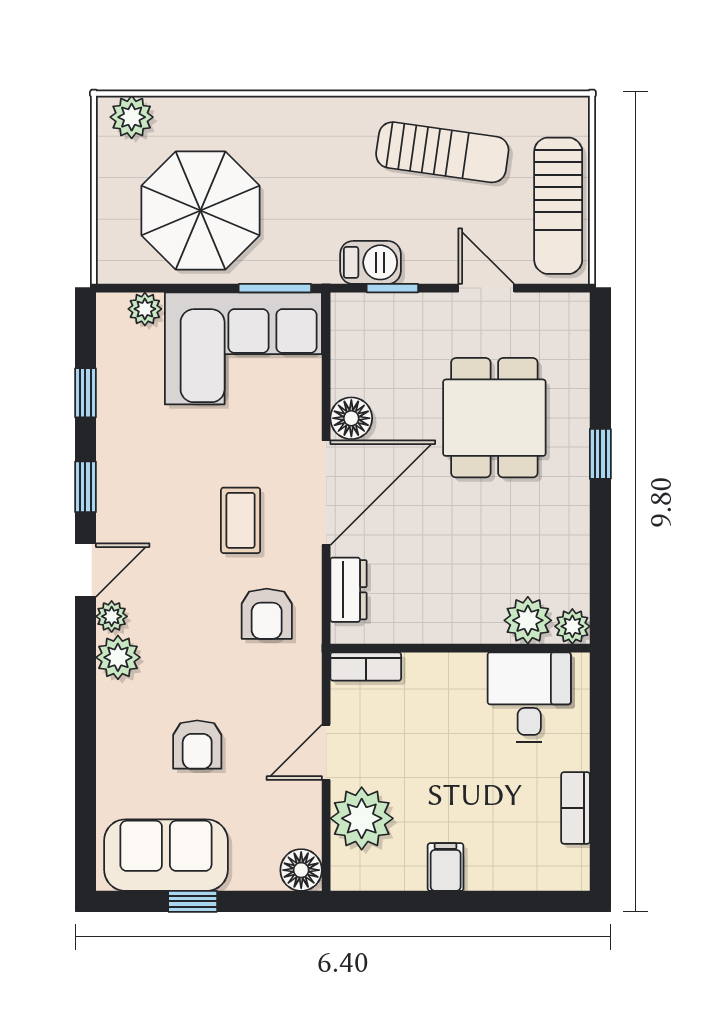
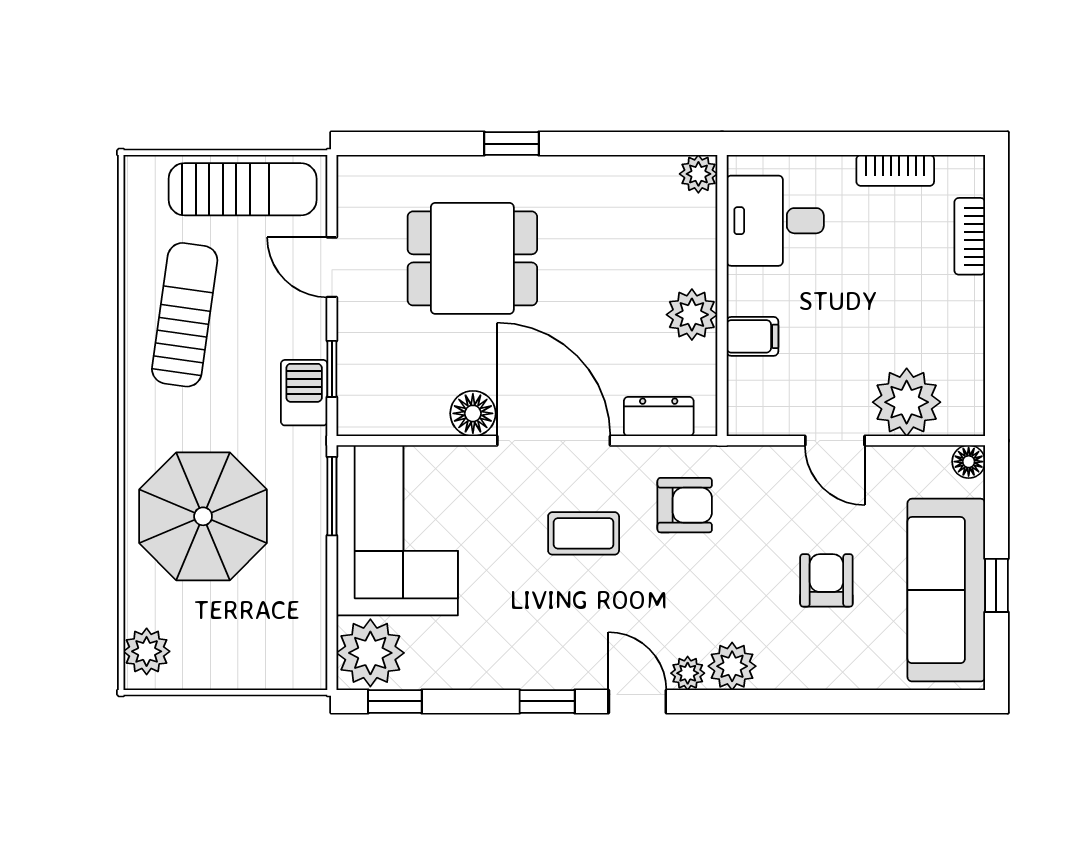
parasol: (200, 210) -> (203, 516), moved
door: (486, 288) -> (332, 267), hinge flipped
plant: (145, 309) -> (370, 653), width x1.88, depth x1.88
window: (85, 393) -> (395, 701), moved
plant: (528, 620) -> (692, 315), moved
bookcase: (366, 666) -> (970, 236), moved, turned 180
armchair: (197, 745) -> (826, 580), turned -90
sofa: (166, 855) -> (946, 590), width x1.36
filing cabinet: (446, 867) -> (752, 336), moved, turned 180
floor lamp: (301, 870) -> (969, 462), width x0.73, depth x0.73

